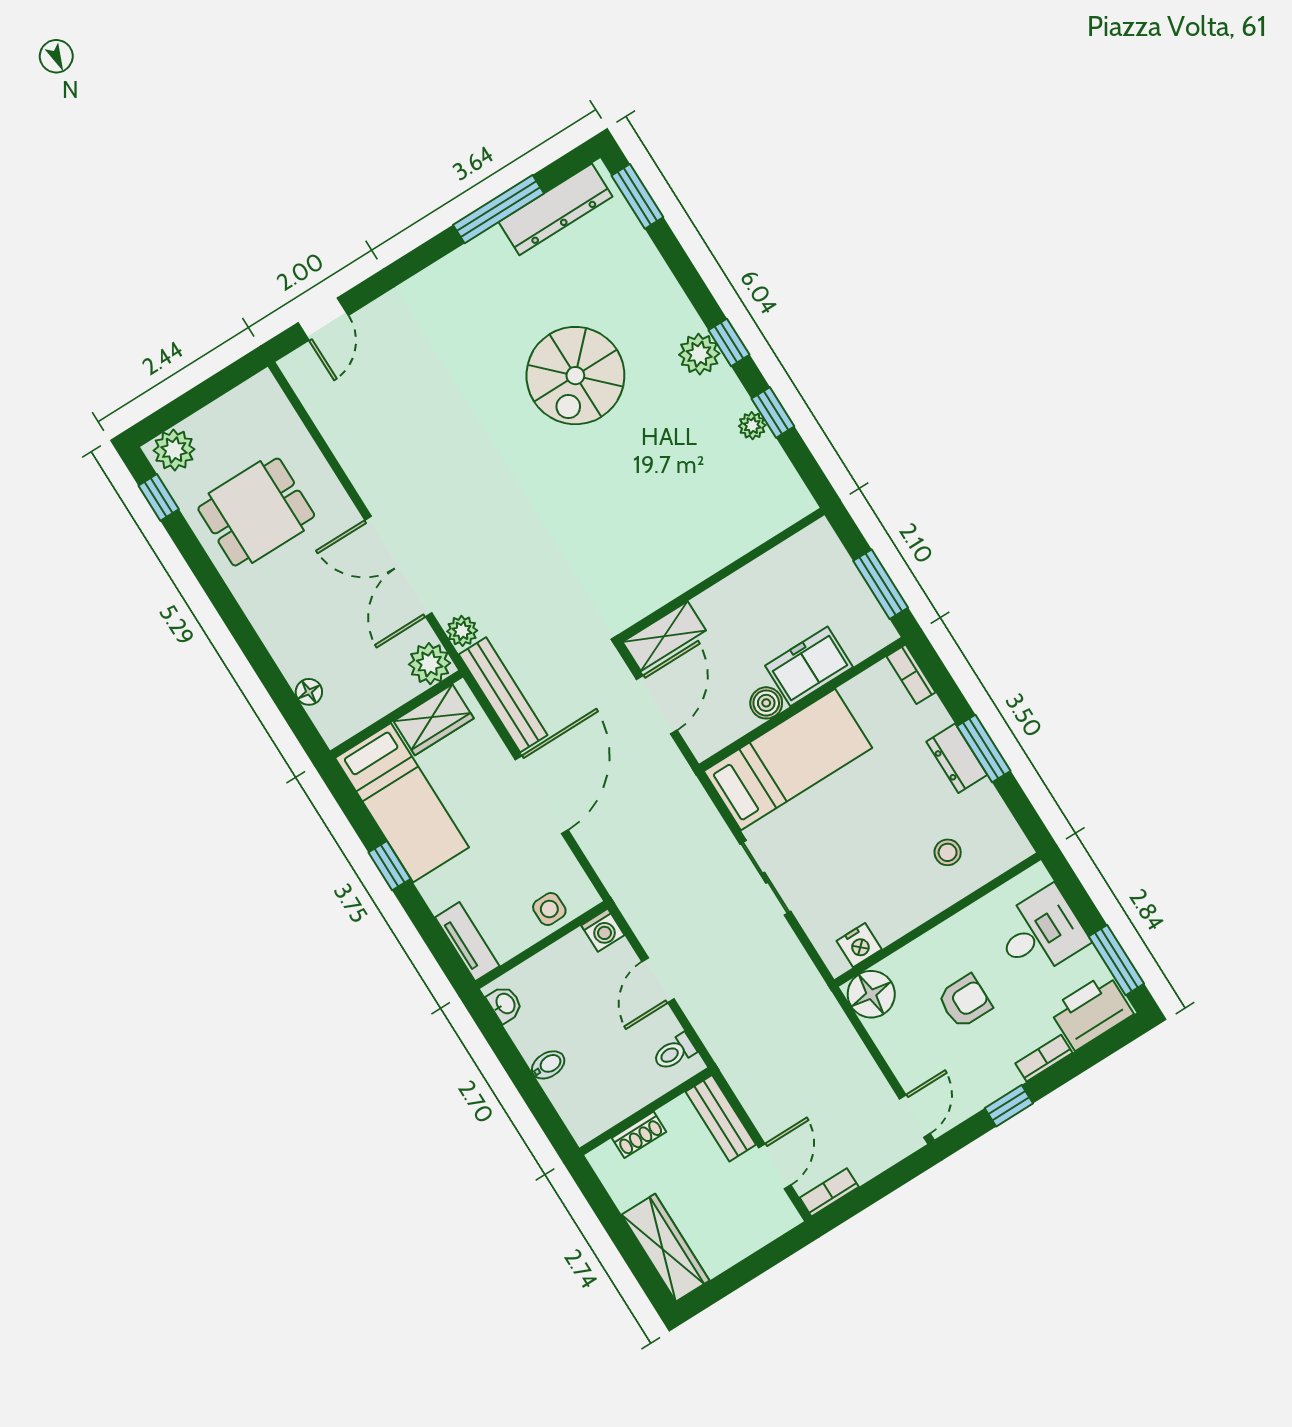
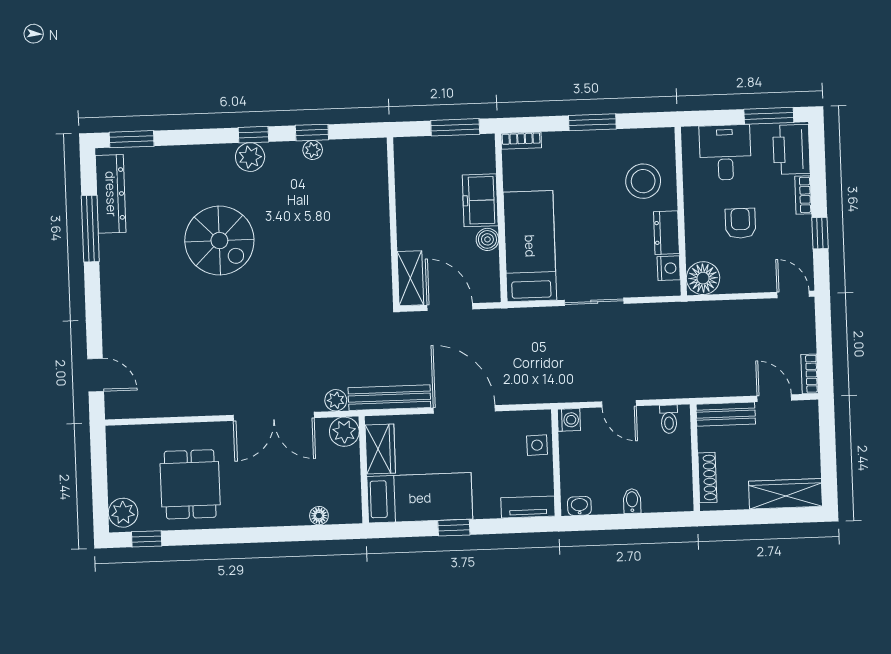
dresser: (957, 758) -> (666, 233), moved, turned 90
stool: (948, 852) -> (643, 181), width x1.89, depth x1.89
shoe rack: (639, 1135) -> (707, 478), width x1.43

